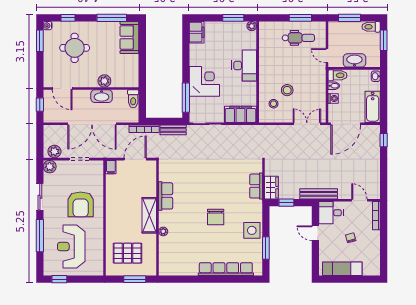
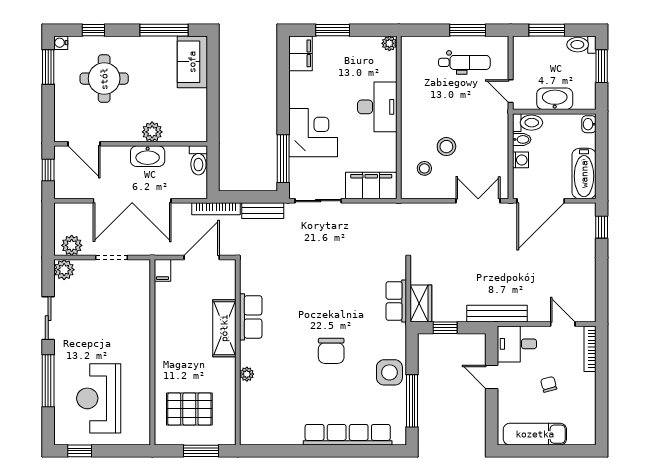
window: (233, 18) -> (333, 30), moved
armchair: (81, 204) -> (114, 331), removed
shelving: (149, 215) -> (224, 328), moved
window: (266, 248) -> (412, 401), width x1.44

